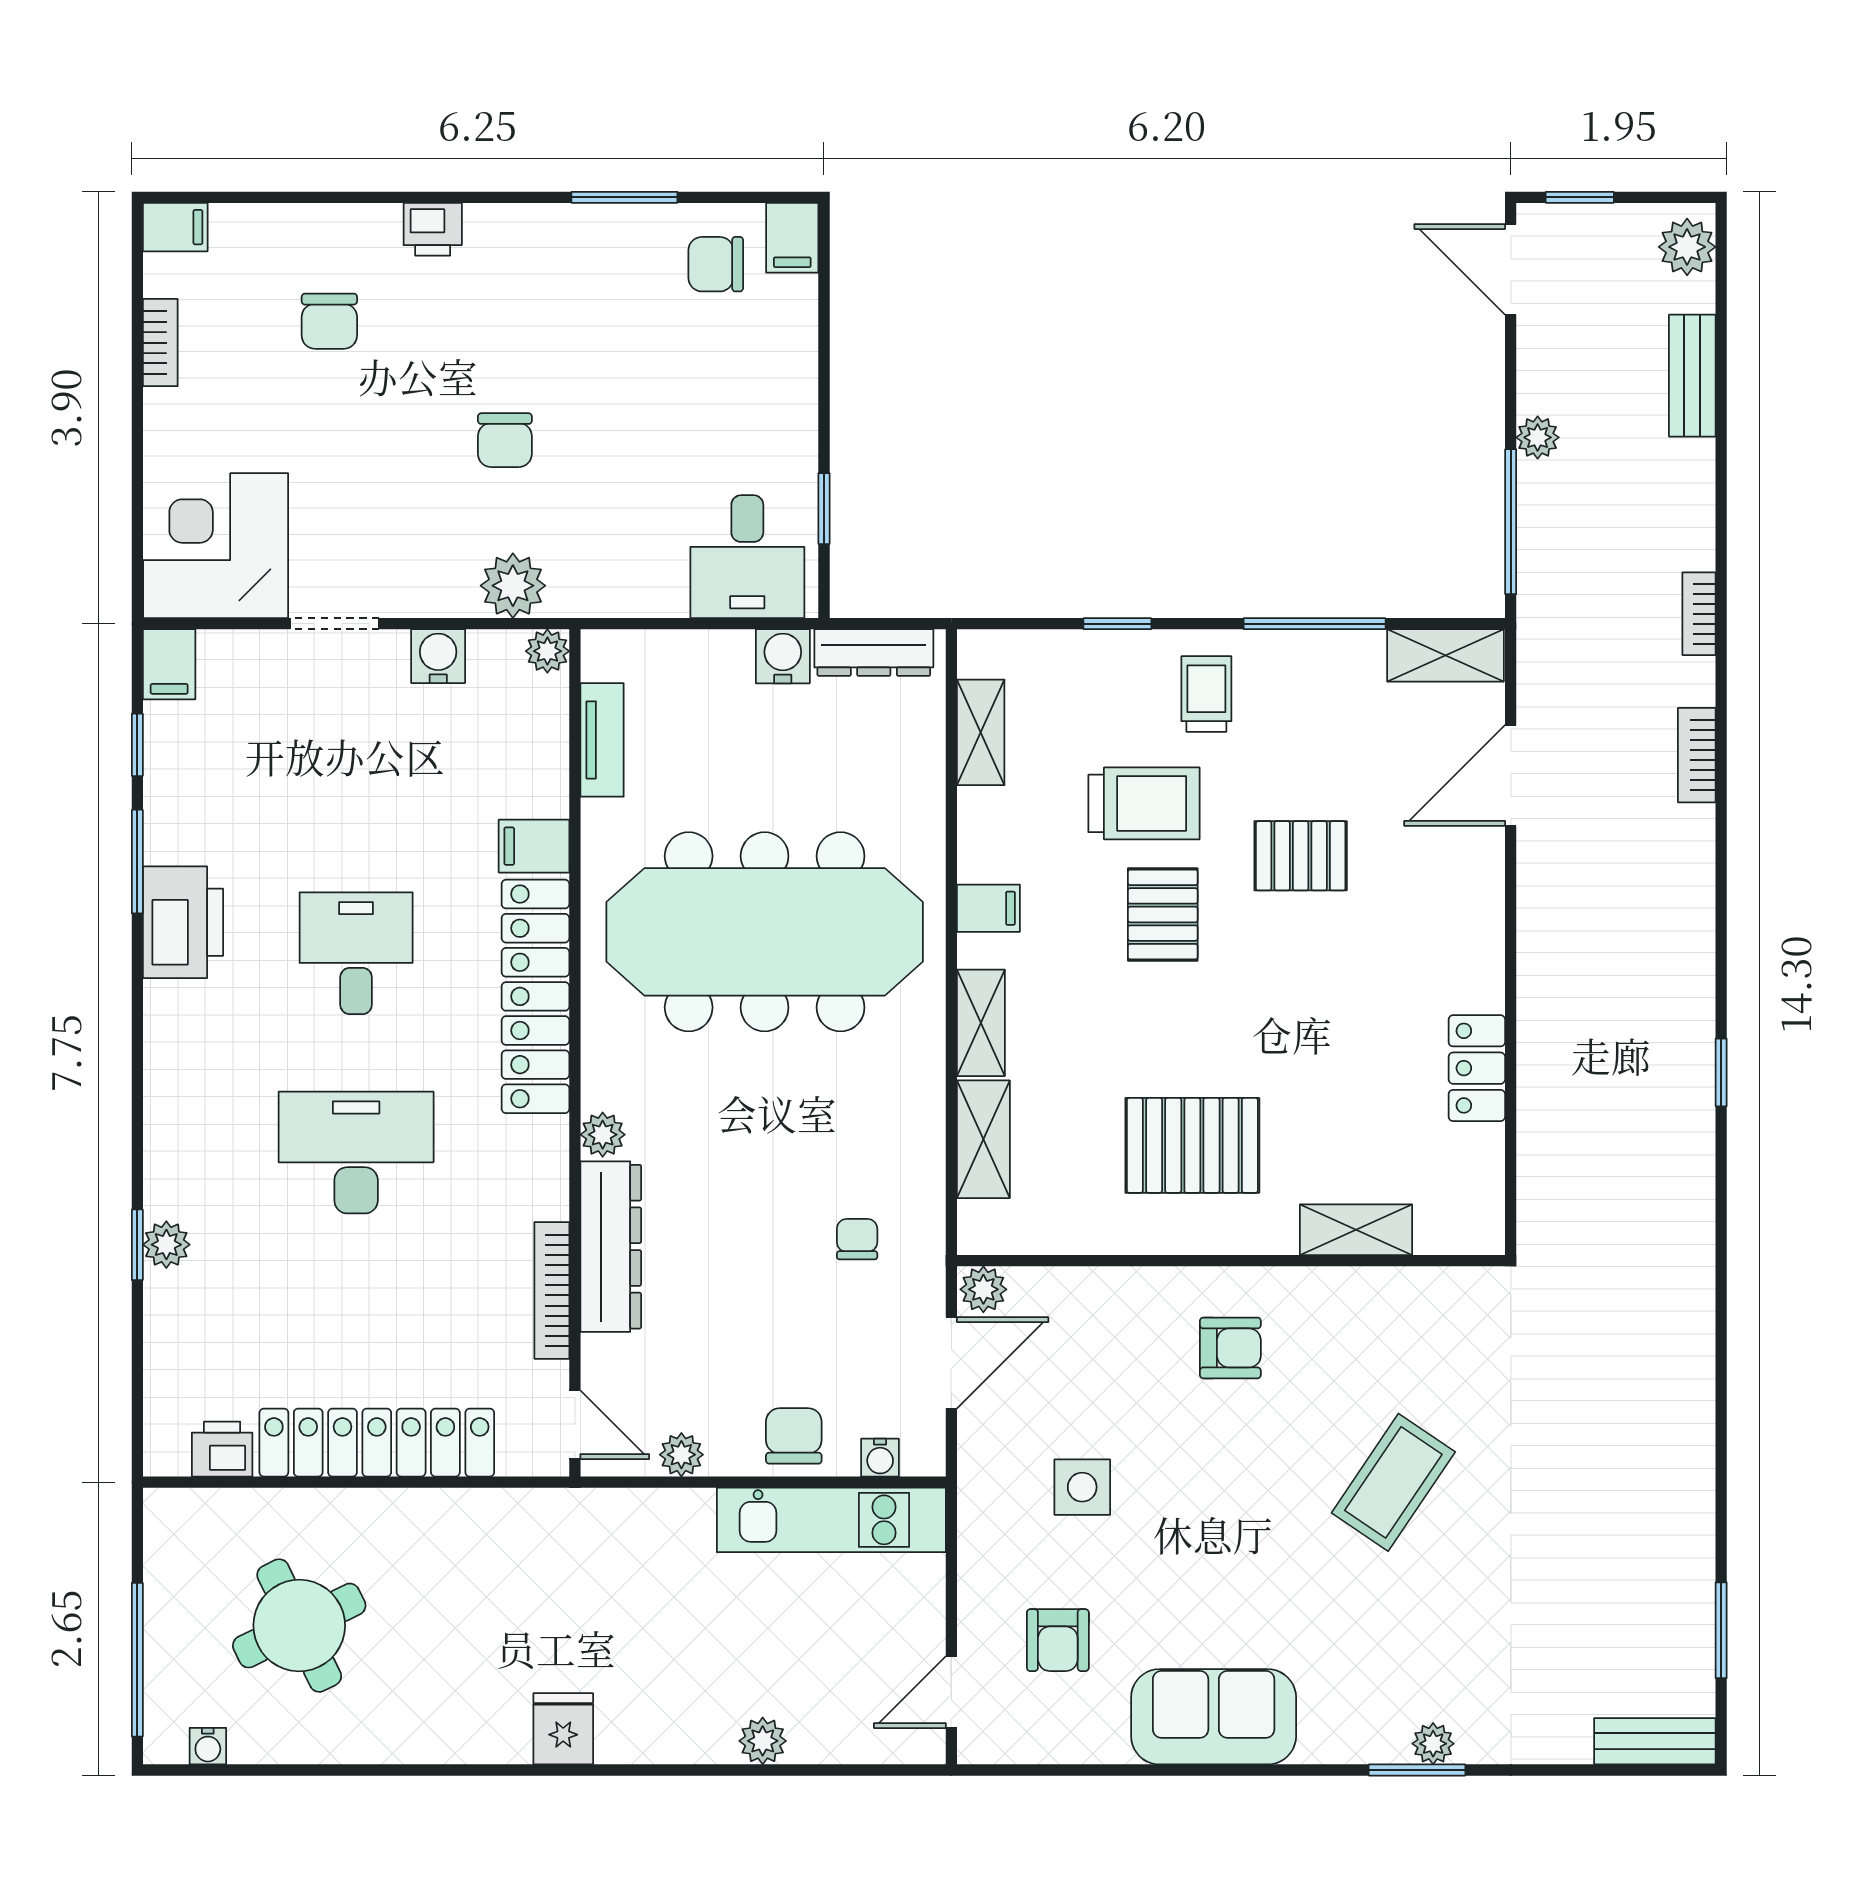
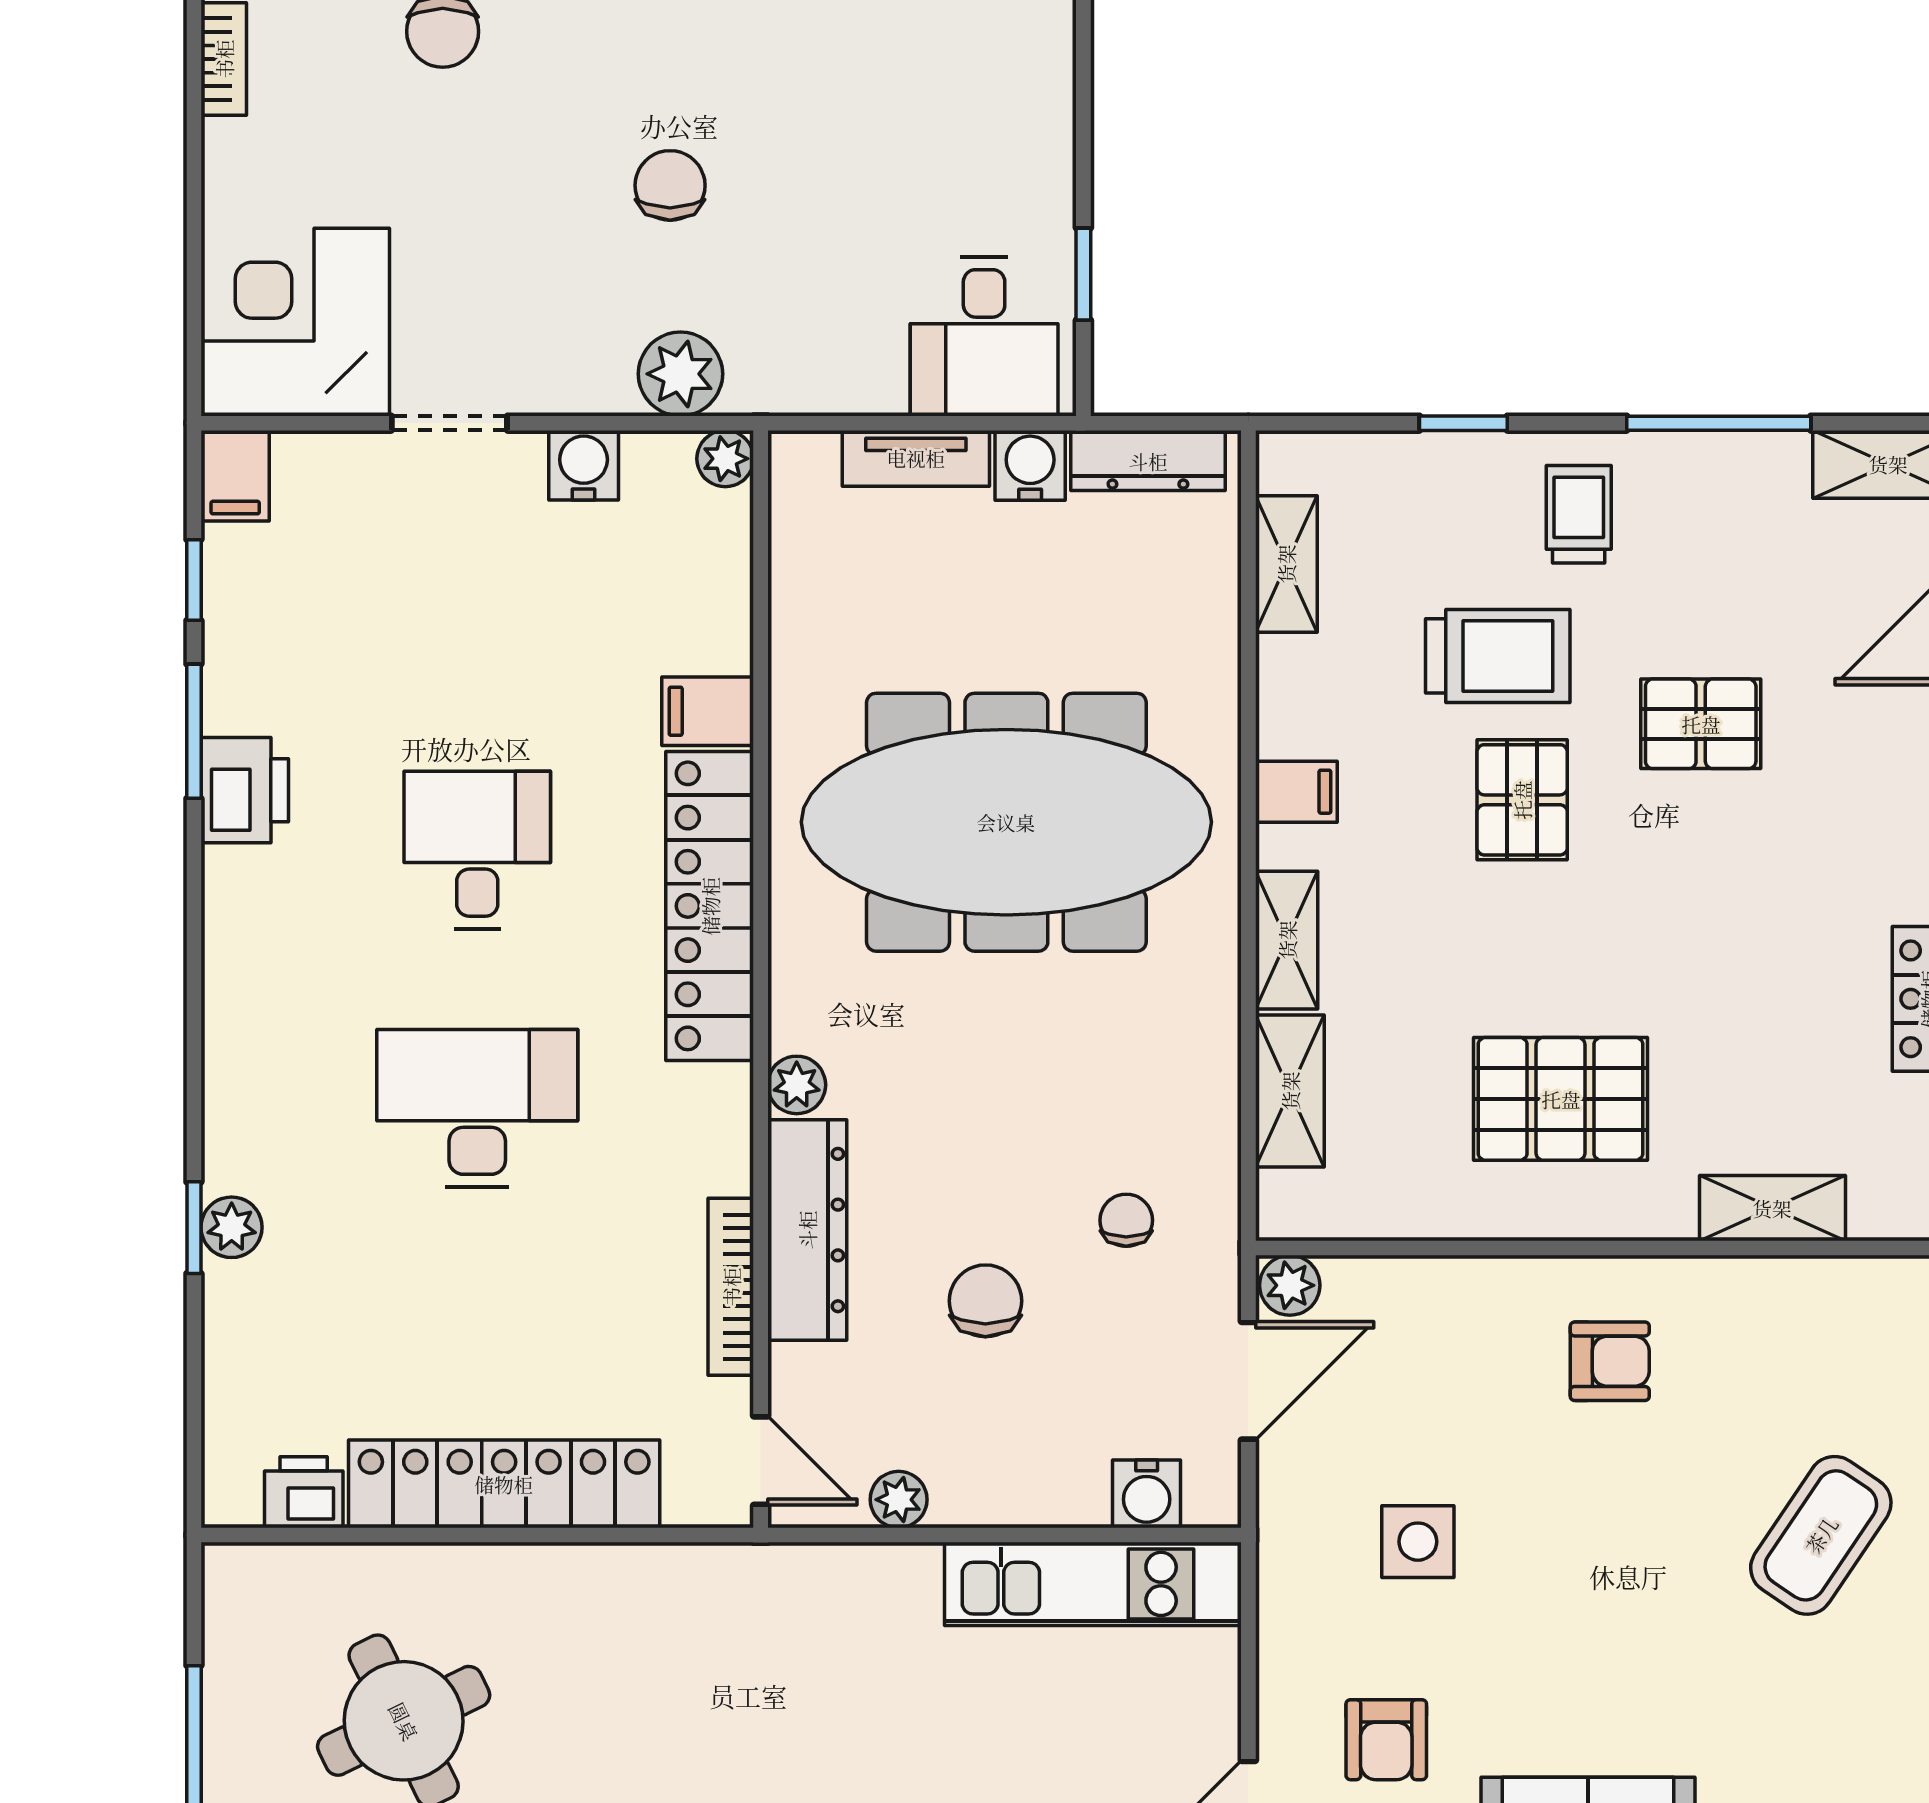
chair: (505, 440) -> (670, 185), turned 180
tv unit: (602, 740) -> (916, 458), moved, turned 90
printer: (183, 922) -> (245, 790), width x0.73, depth x0.84
chair: (794, 1436) -> (985, 1301), moved
water cooler: (880, 1458) -> (1147, 1494), width x1.38, depth x1.38

